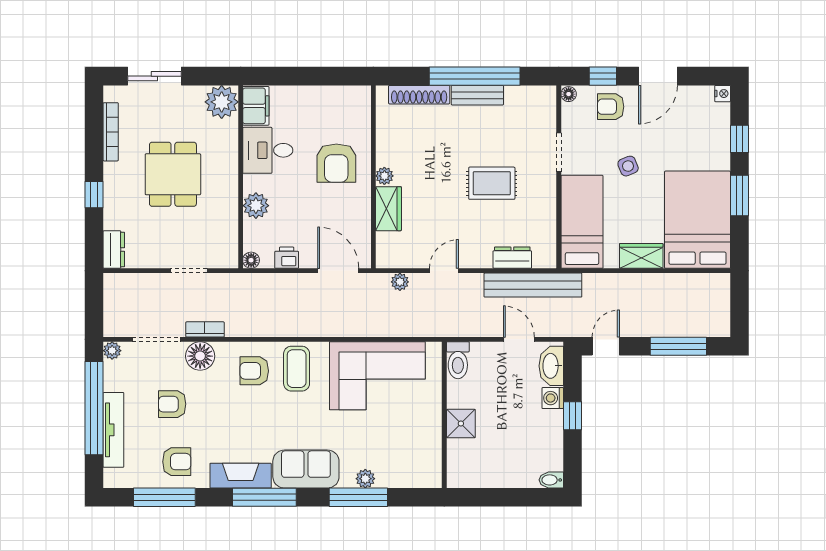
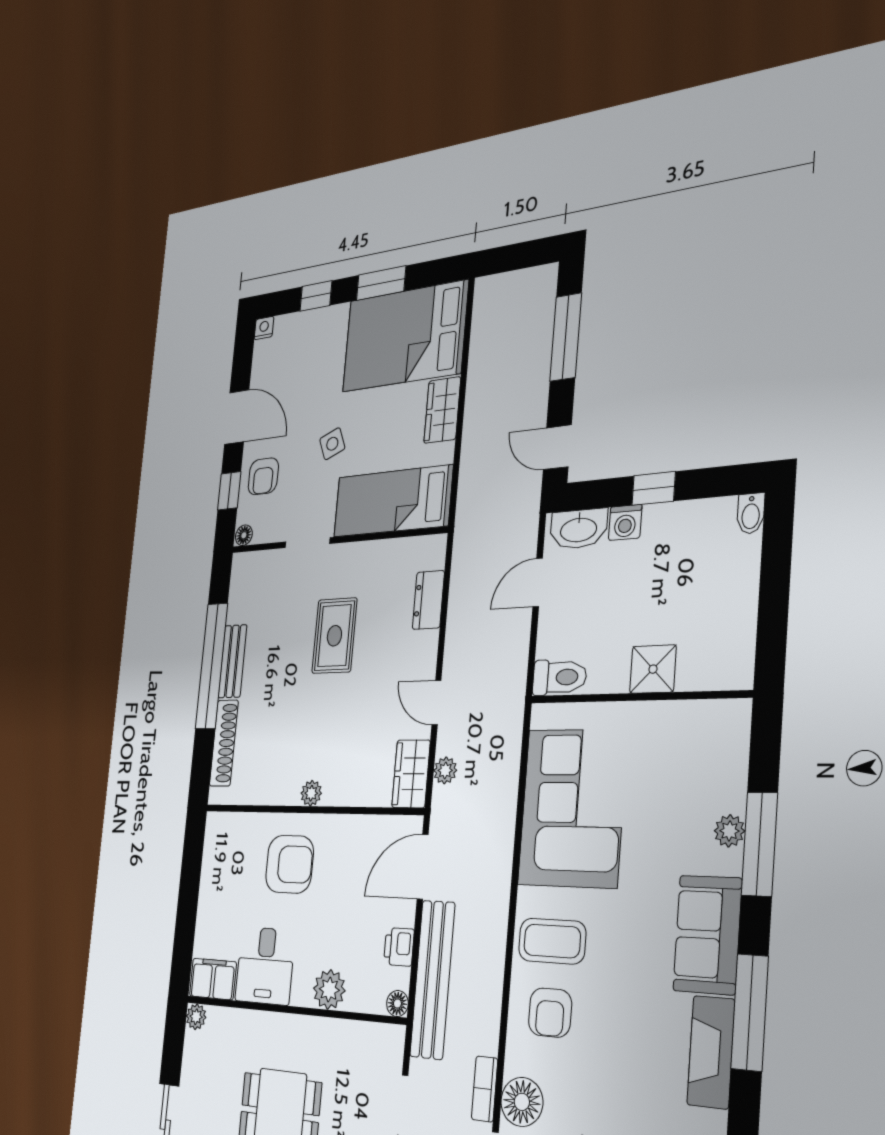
plant: (222, 102) -> (196, 1017), width x0.53, depth x0.53
wardrobe: (388, 209) -> (411, 774), moved, turned -90
bench: (533, 285) -> (432, 979), moved

